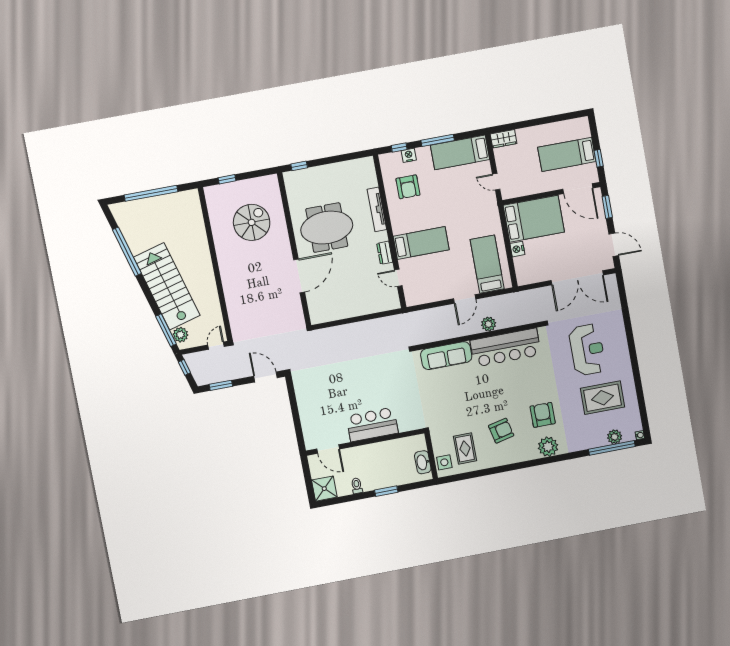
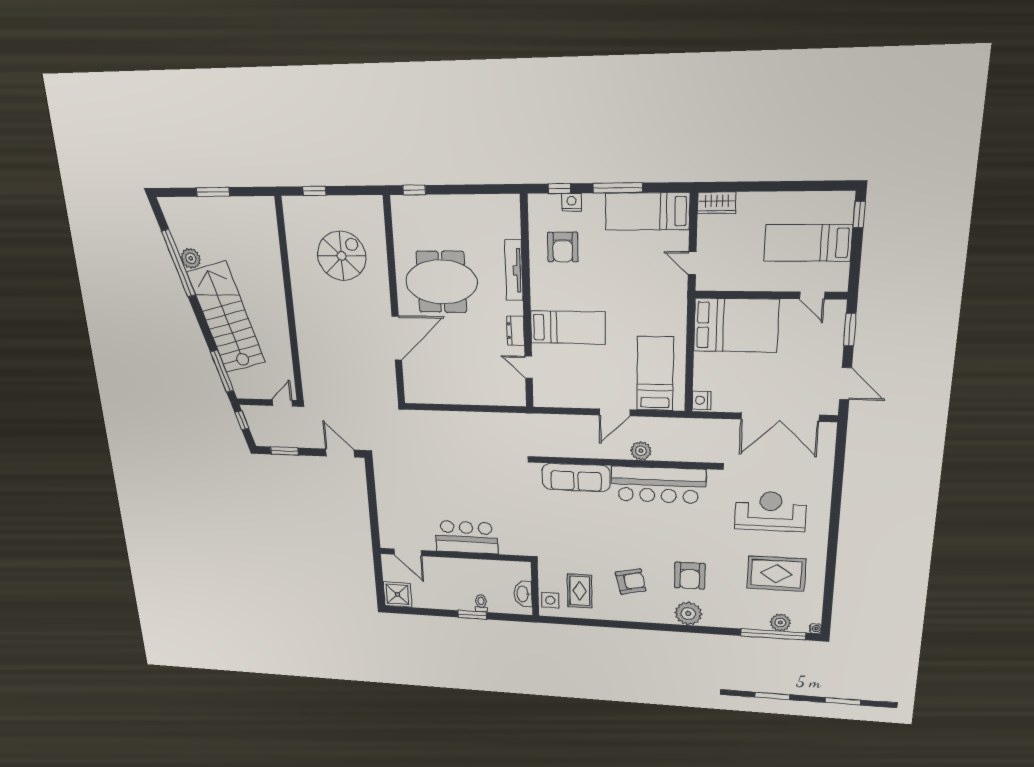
window: (599, 158) -> (859, 214), moved
door: (578, 189) -> (812, 295), width x0.53
window: (151, 193) -> (213, 192), width x0.47
nightstand: (517, 249) -> (701, 400), moved
plant: (180, 335) -> (191, 258), moved
reception desk: (587, 350) -> (770, 511), turned -90
armchair: (543, 415) -> (690, 576), turned 180
toilet: (357, 486) -> (481, 603), moved

